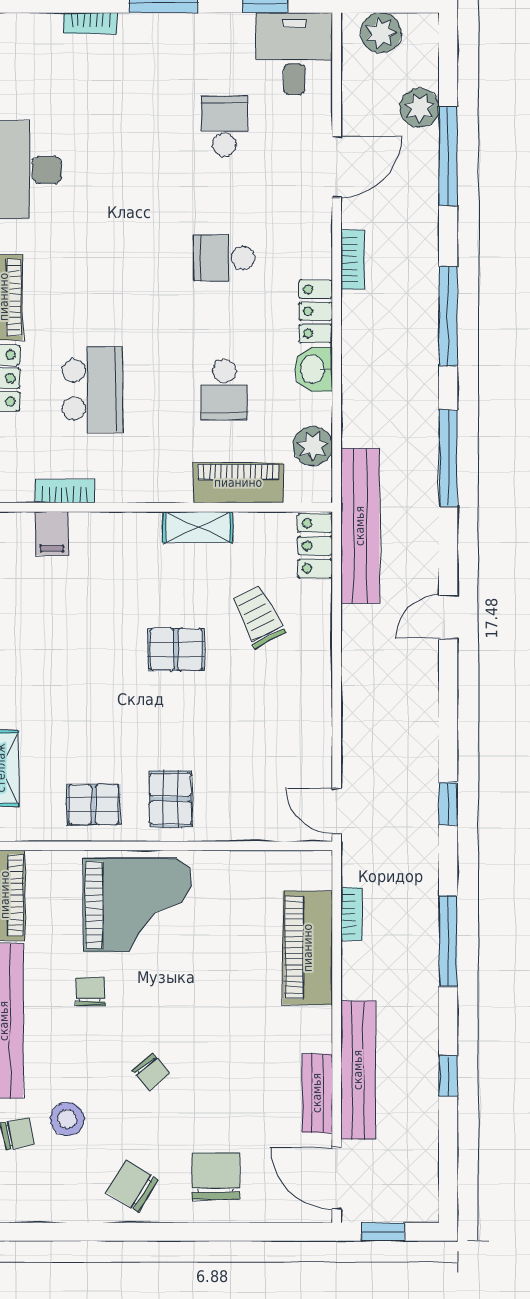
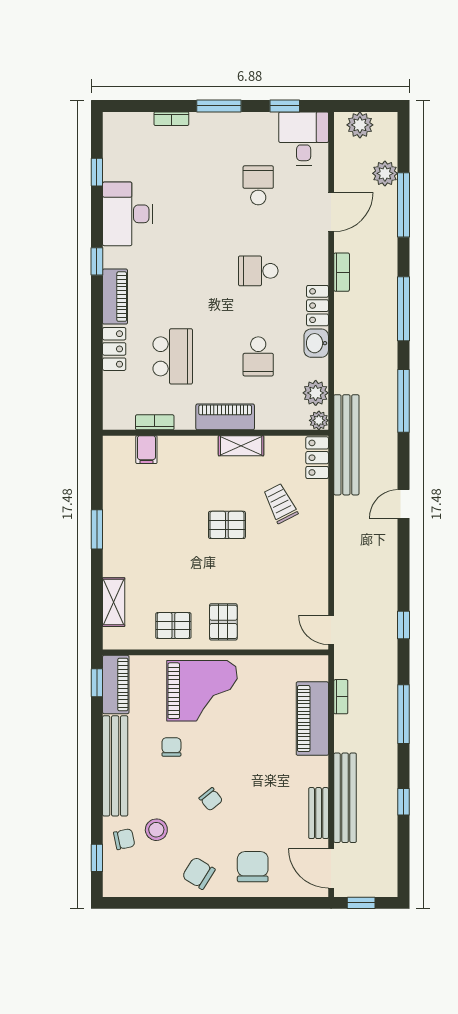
piano: (238, 483) -> (225, 417), moved
plant: (318, 488) -> (319, 420), added

